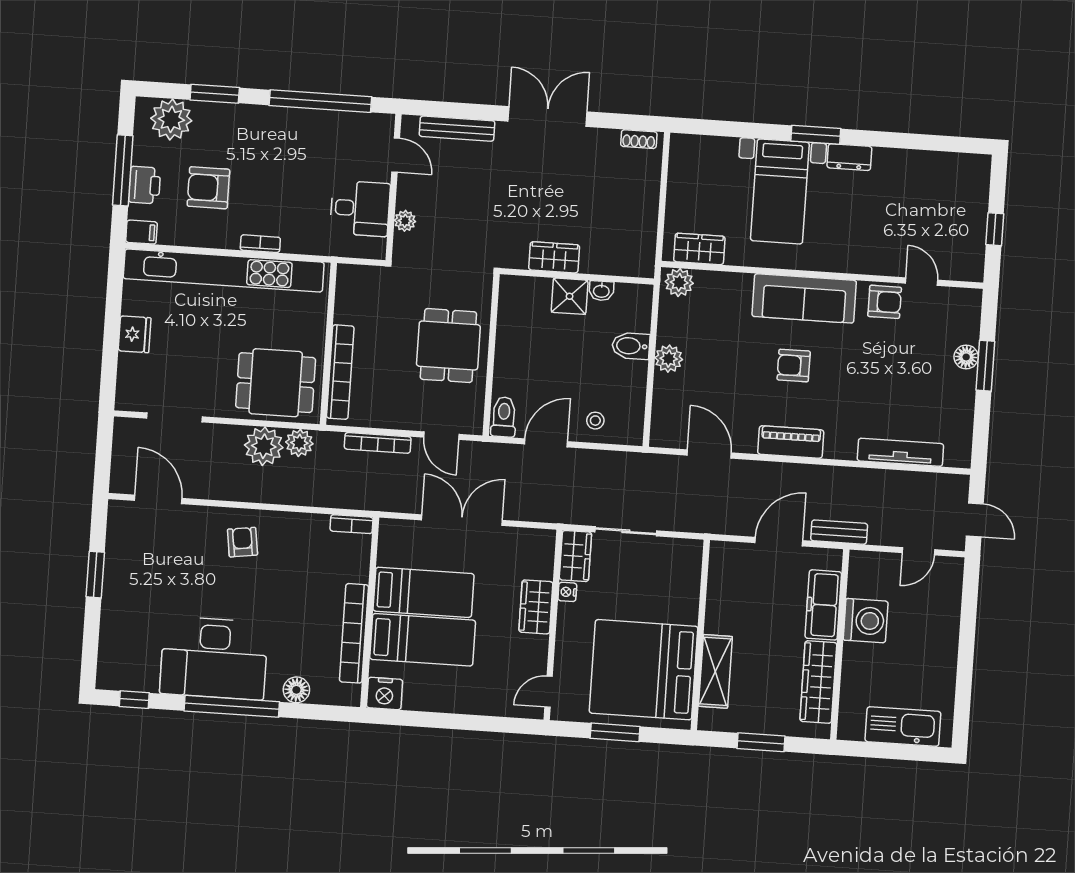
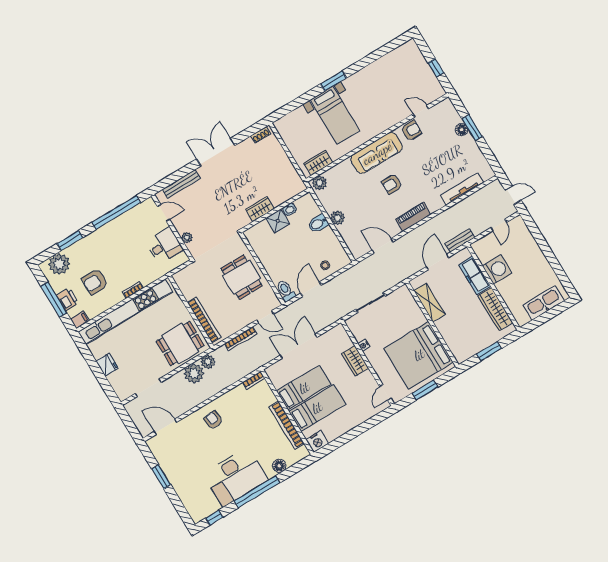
dresser: (849, 157) -> (354, 80), removed
wardrobe: (575, 556) -> (357, 328), removed
shelving: (715, 671) -> (429, 302), moved

